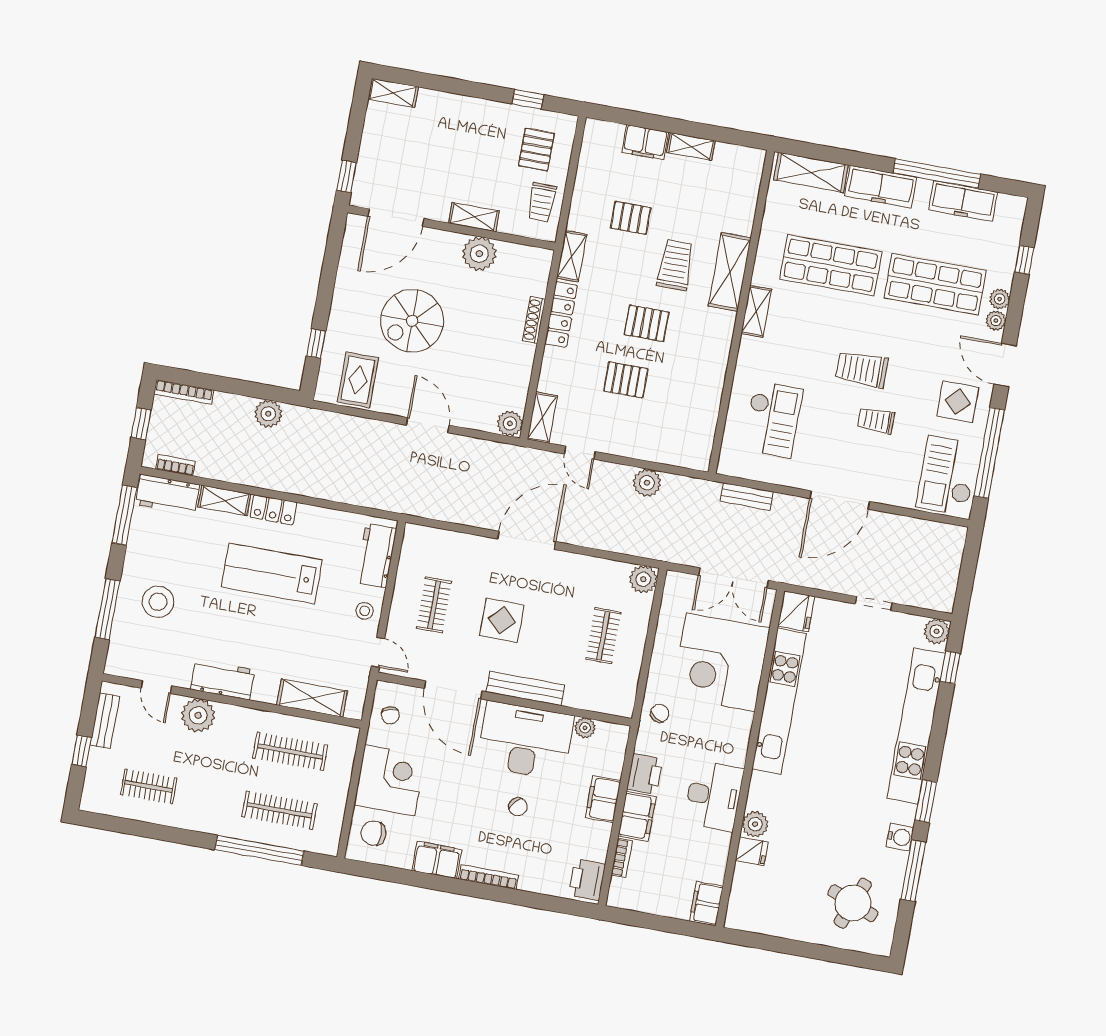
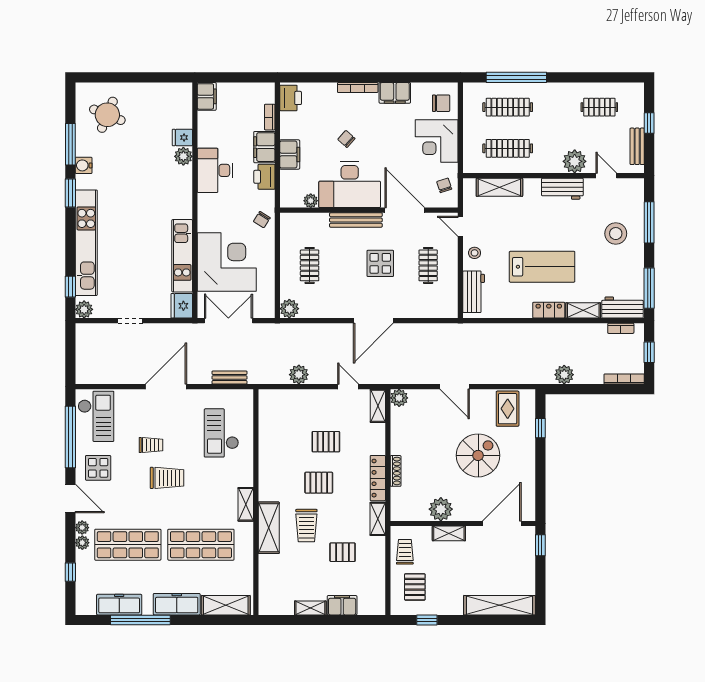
shelving: (393, 93) -> (499, 605), width x2.20, depth x1.33
kitchen unit: (779, 701) -> (182, 256), width x0.73

